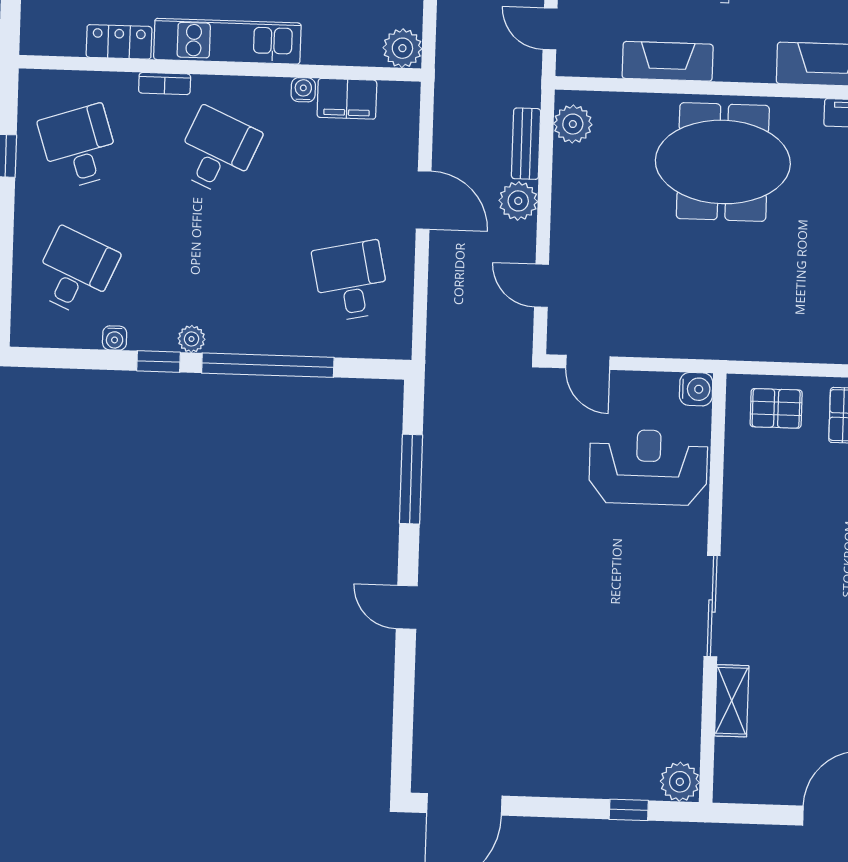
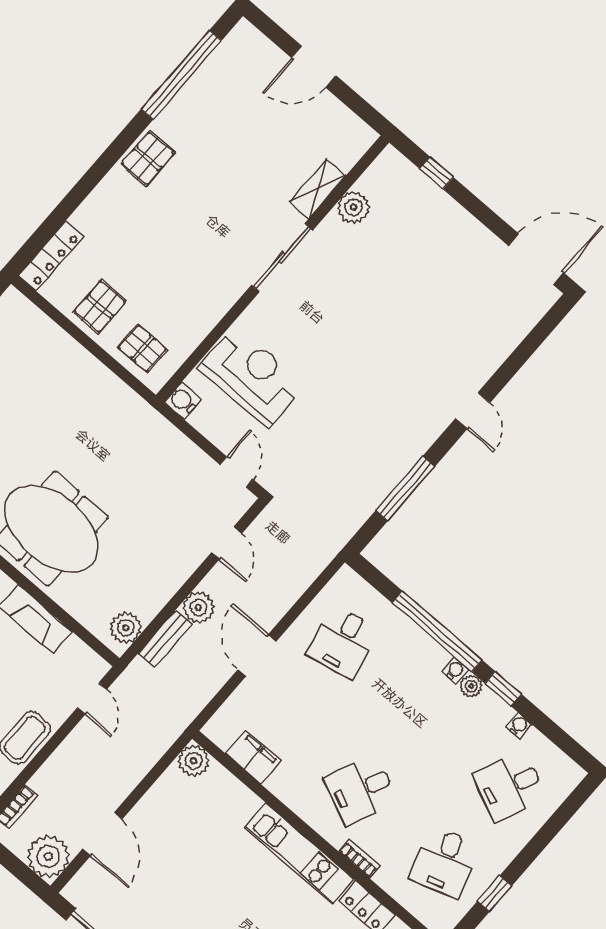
water cooler: (303, 90) -> (455, 670), moved, turned 180
reception desk: (648, 467) -> (252, 376), turned 180
plant: (680, 782) -> (354, 207), moved

